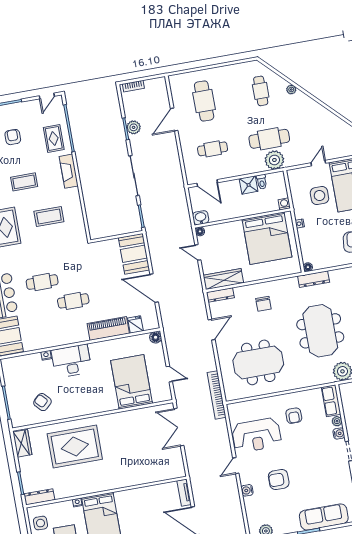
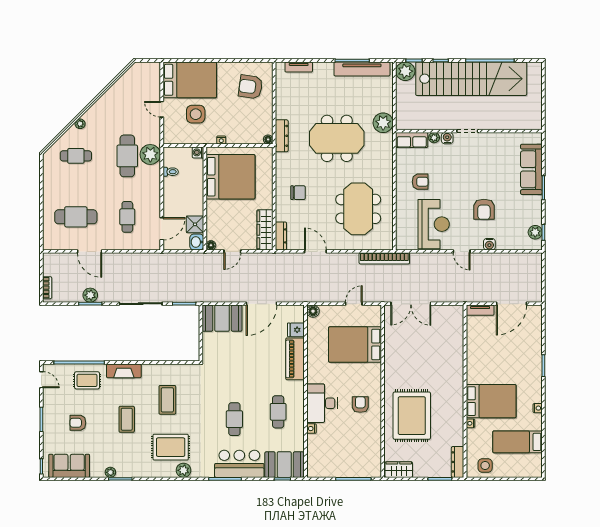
shower: (249, 185) -> (195, 224), moved
cafe table: (73, 301) -> (278, 412), moved
armchair: (42, 402) -> (360, 405), moved, turned 133

